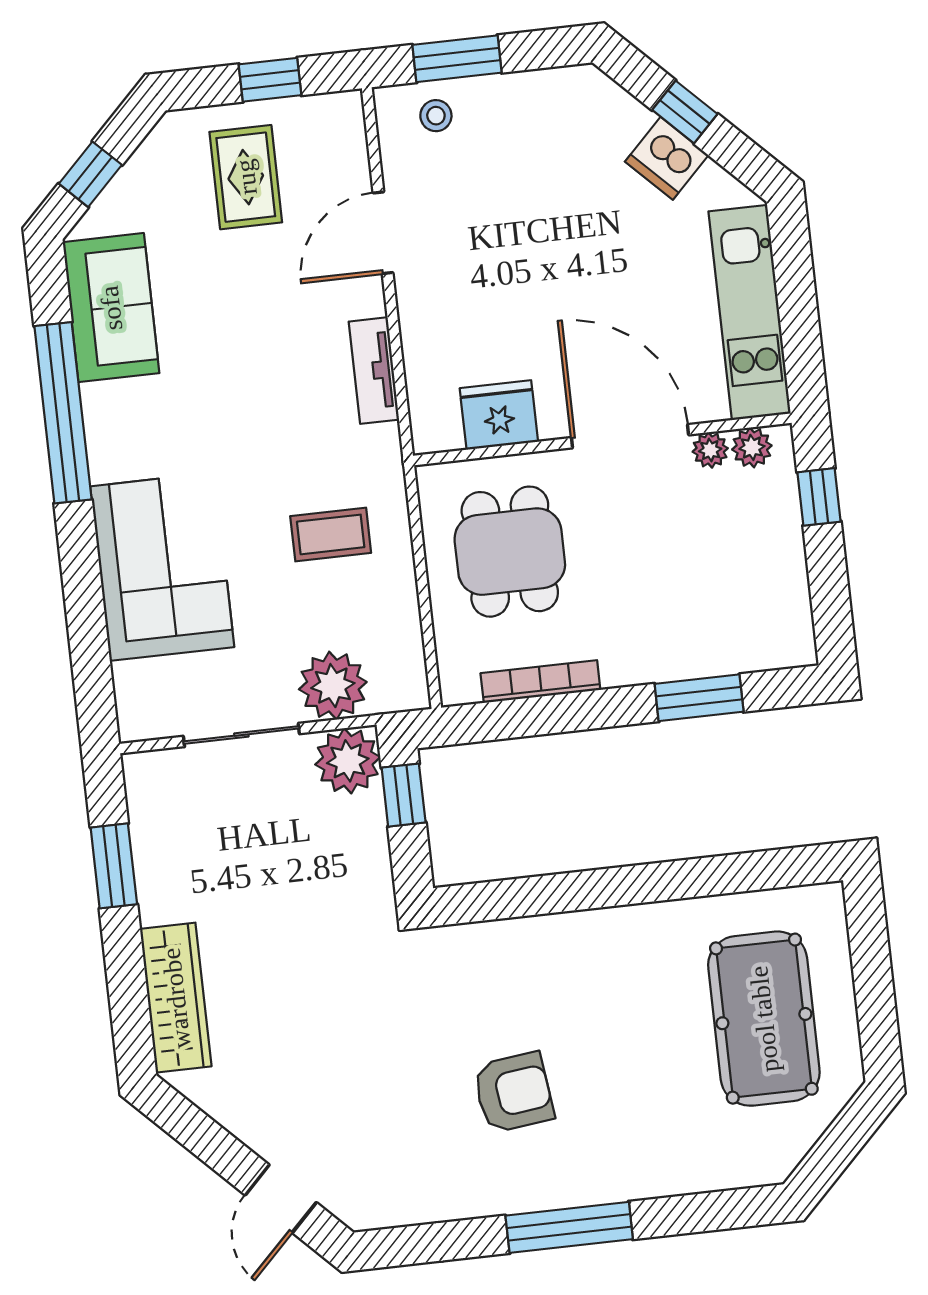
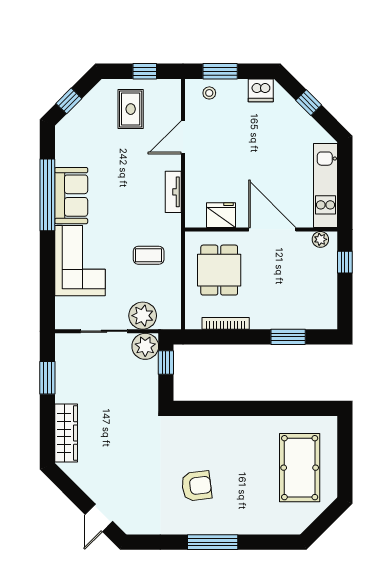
dishwasher: (667, 158) -> (261, 90), moved, turned -45
sofa: (111, 308) -> (71, 196), moved
plant: (710, 450) -> (304, 239), removed

